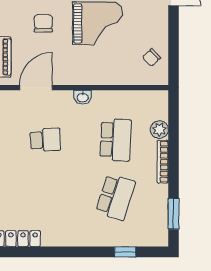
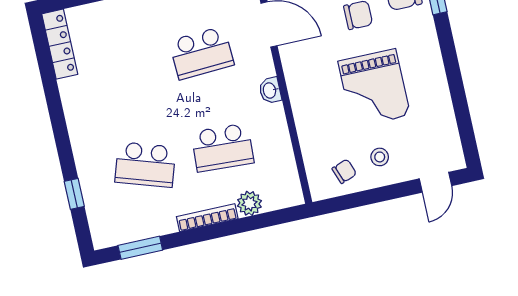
stool: (147, 30) -> (380, 157), added
chair: (152, 58) -> (344, 171), turned 113
school desk: (45, 140) -> (202, 53), width x1.85

